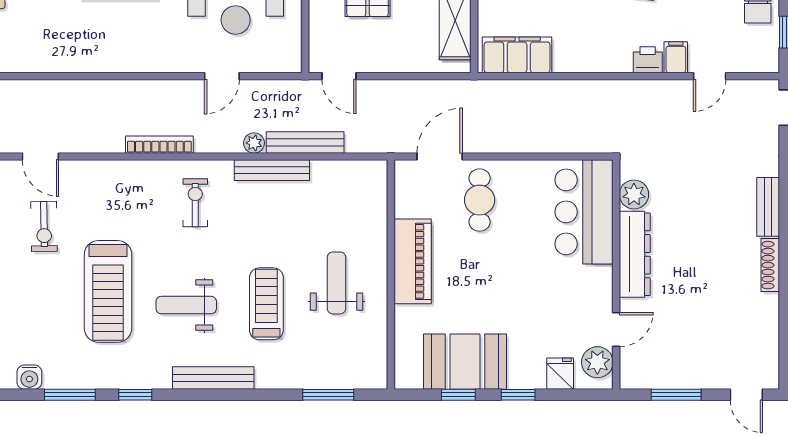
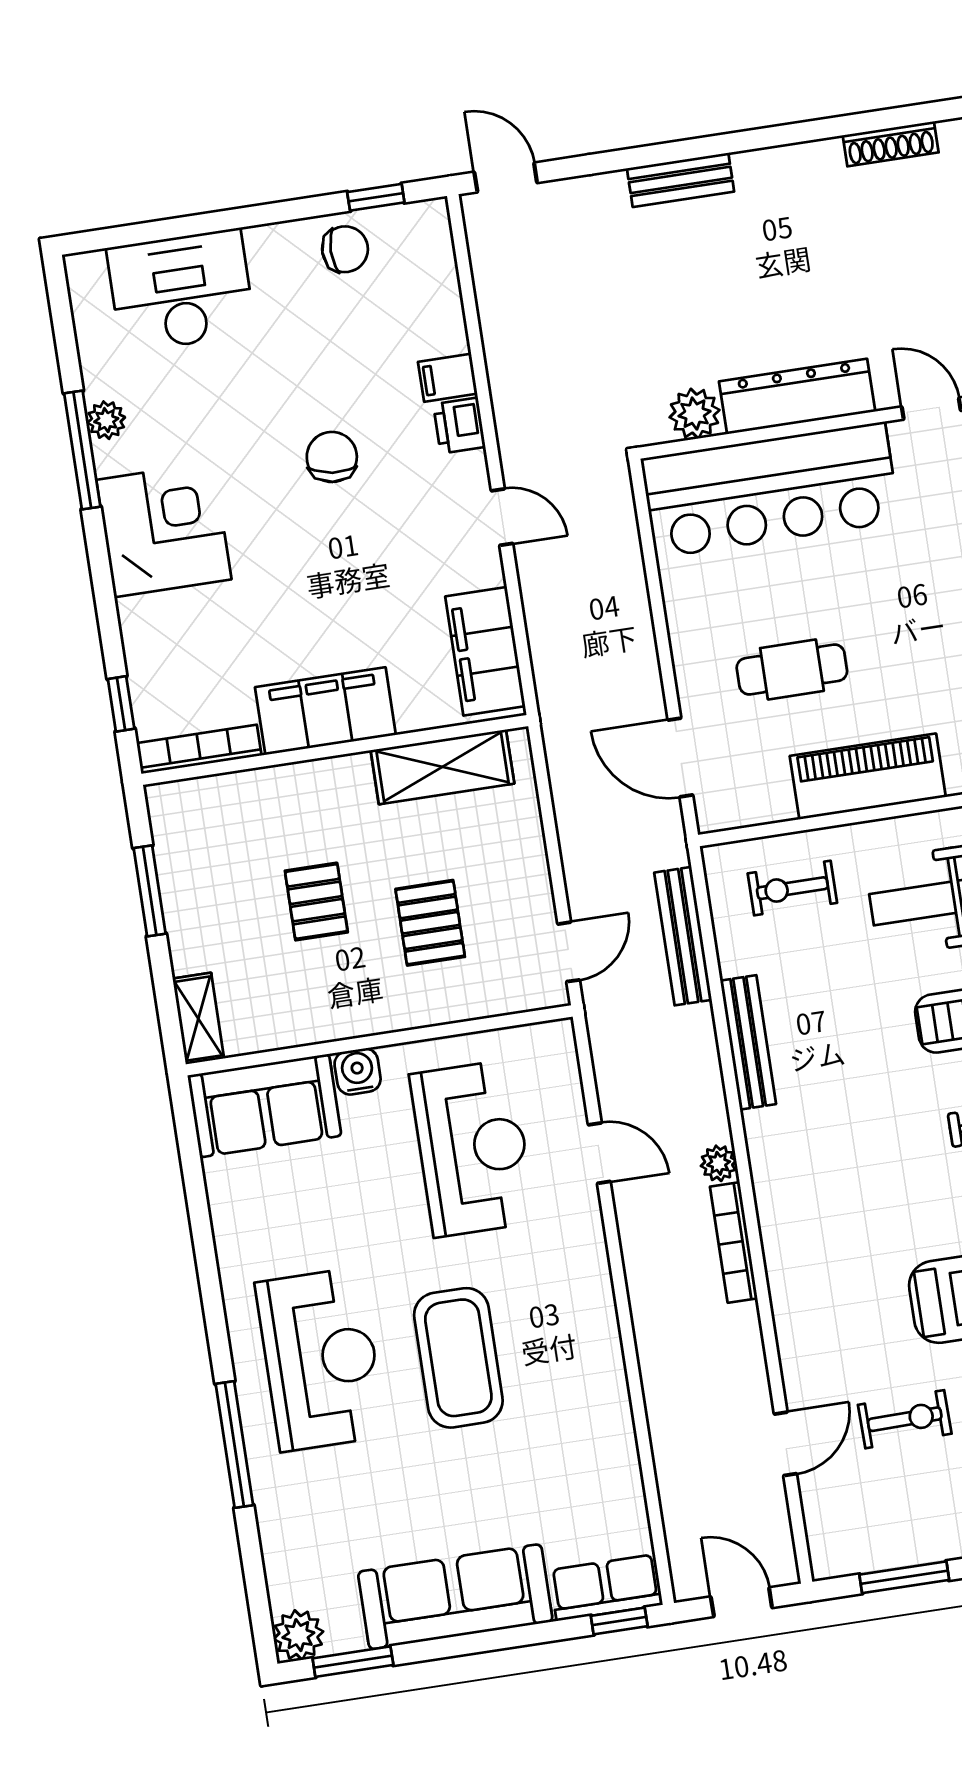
door: (710, 76) -> (502, 517), moved
bench: (305, 142) -> (683, 936), moved
plant: (254, 143) -> (719, 1163), moved
cafe table: (480, 200) -> (792, 669), moved
exercise bike: (195, 203) -> (792, 888), moved
bar counter: (584, 212) -> (770, 490), width x1.36
shoe rack: (770, 265) -> (891, 144), moved

